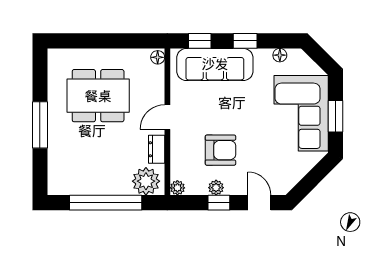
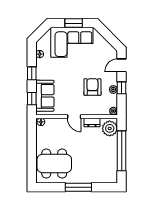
sofa: (215, 64) -> (45, 96), width x0.73
dining table: (98, 96) -> (54, 164), moved, turned 90

